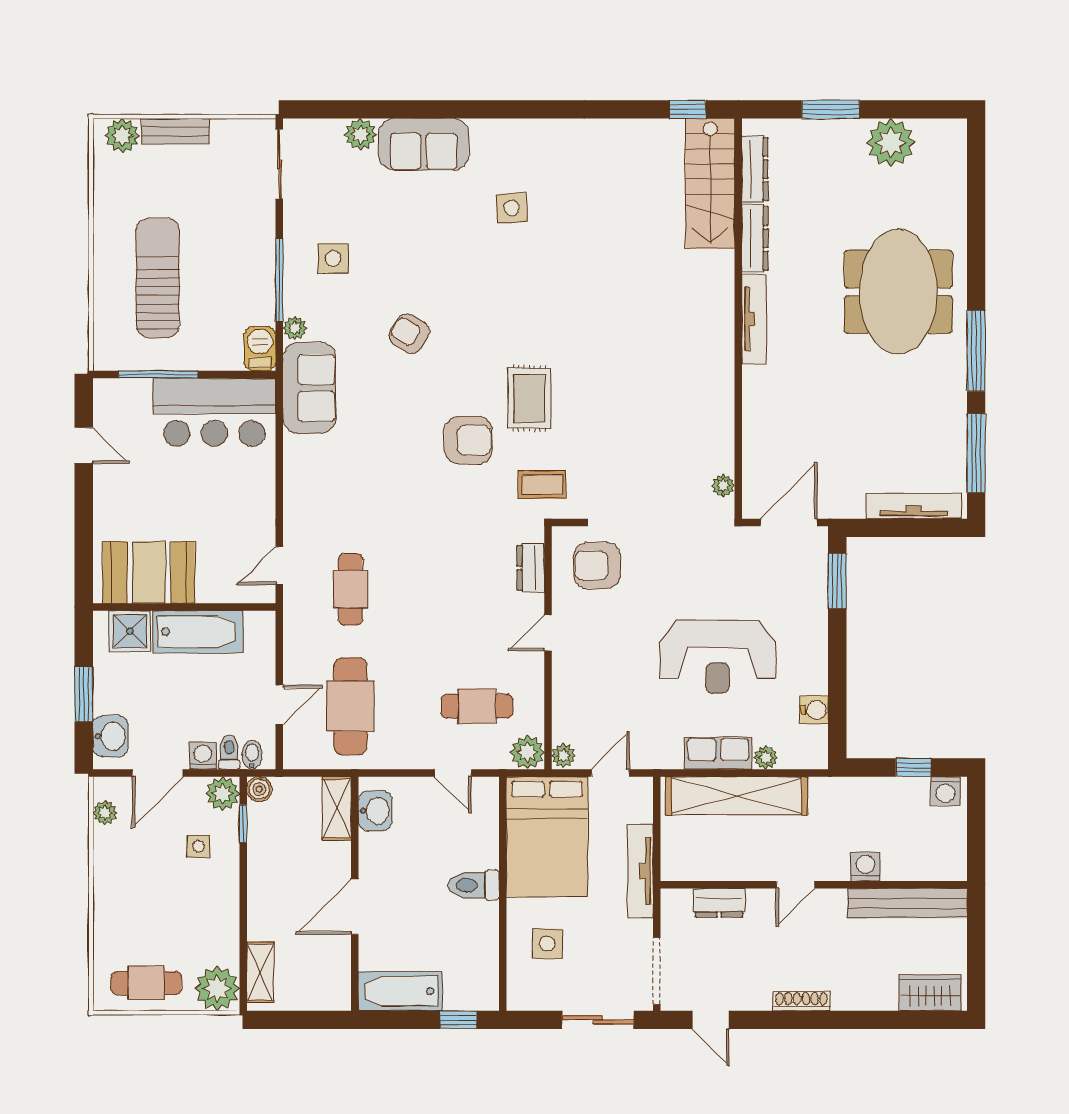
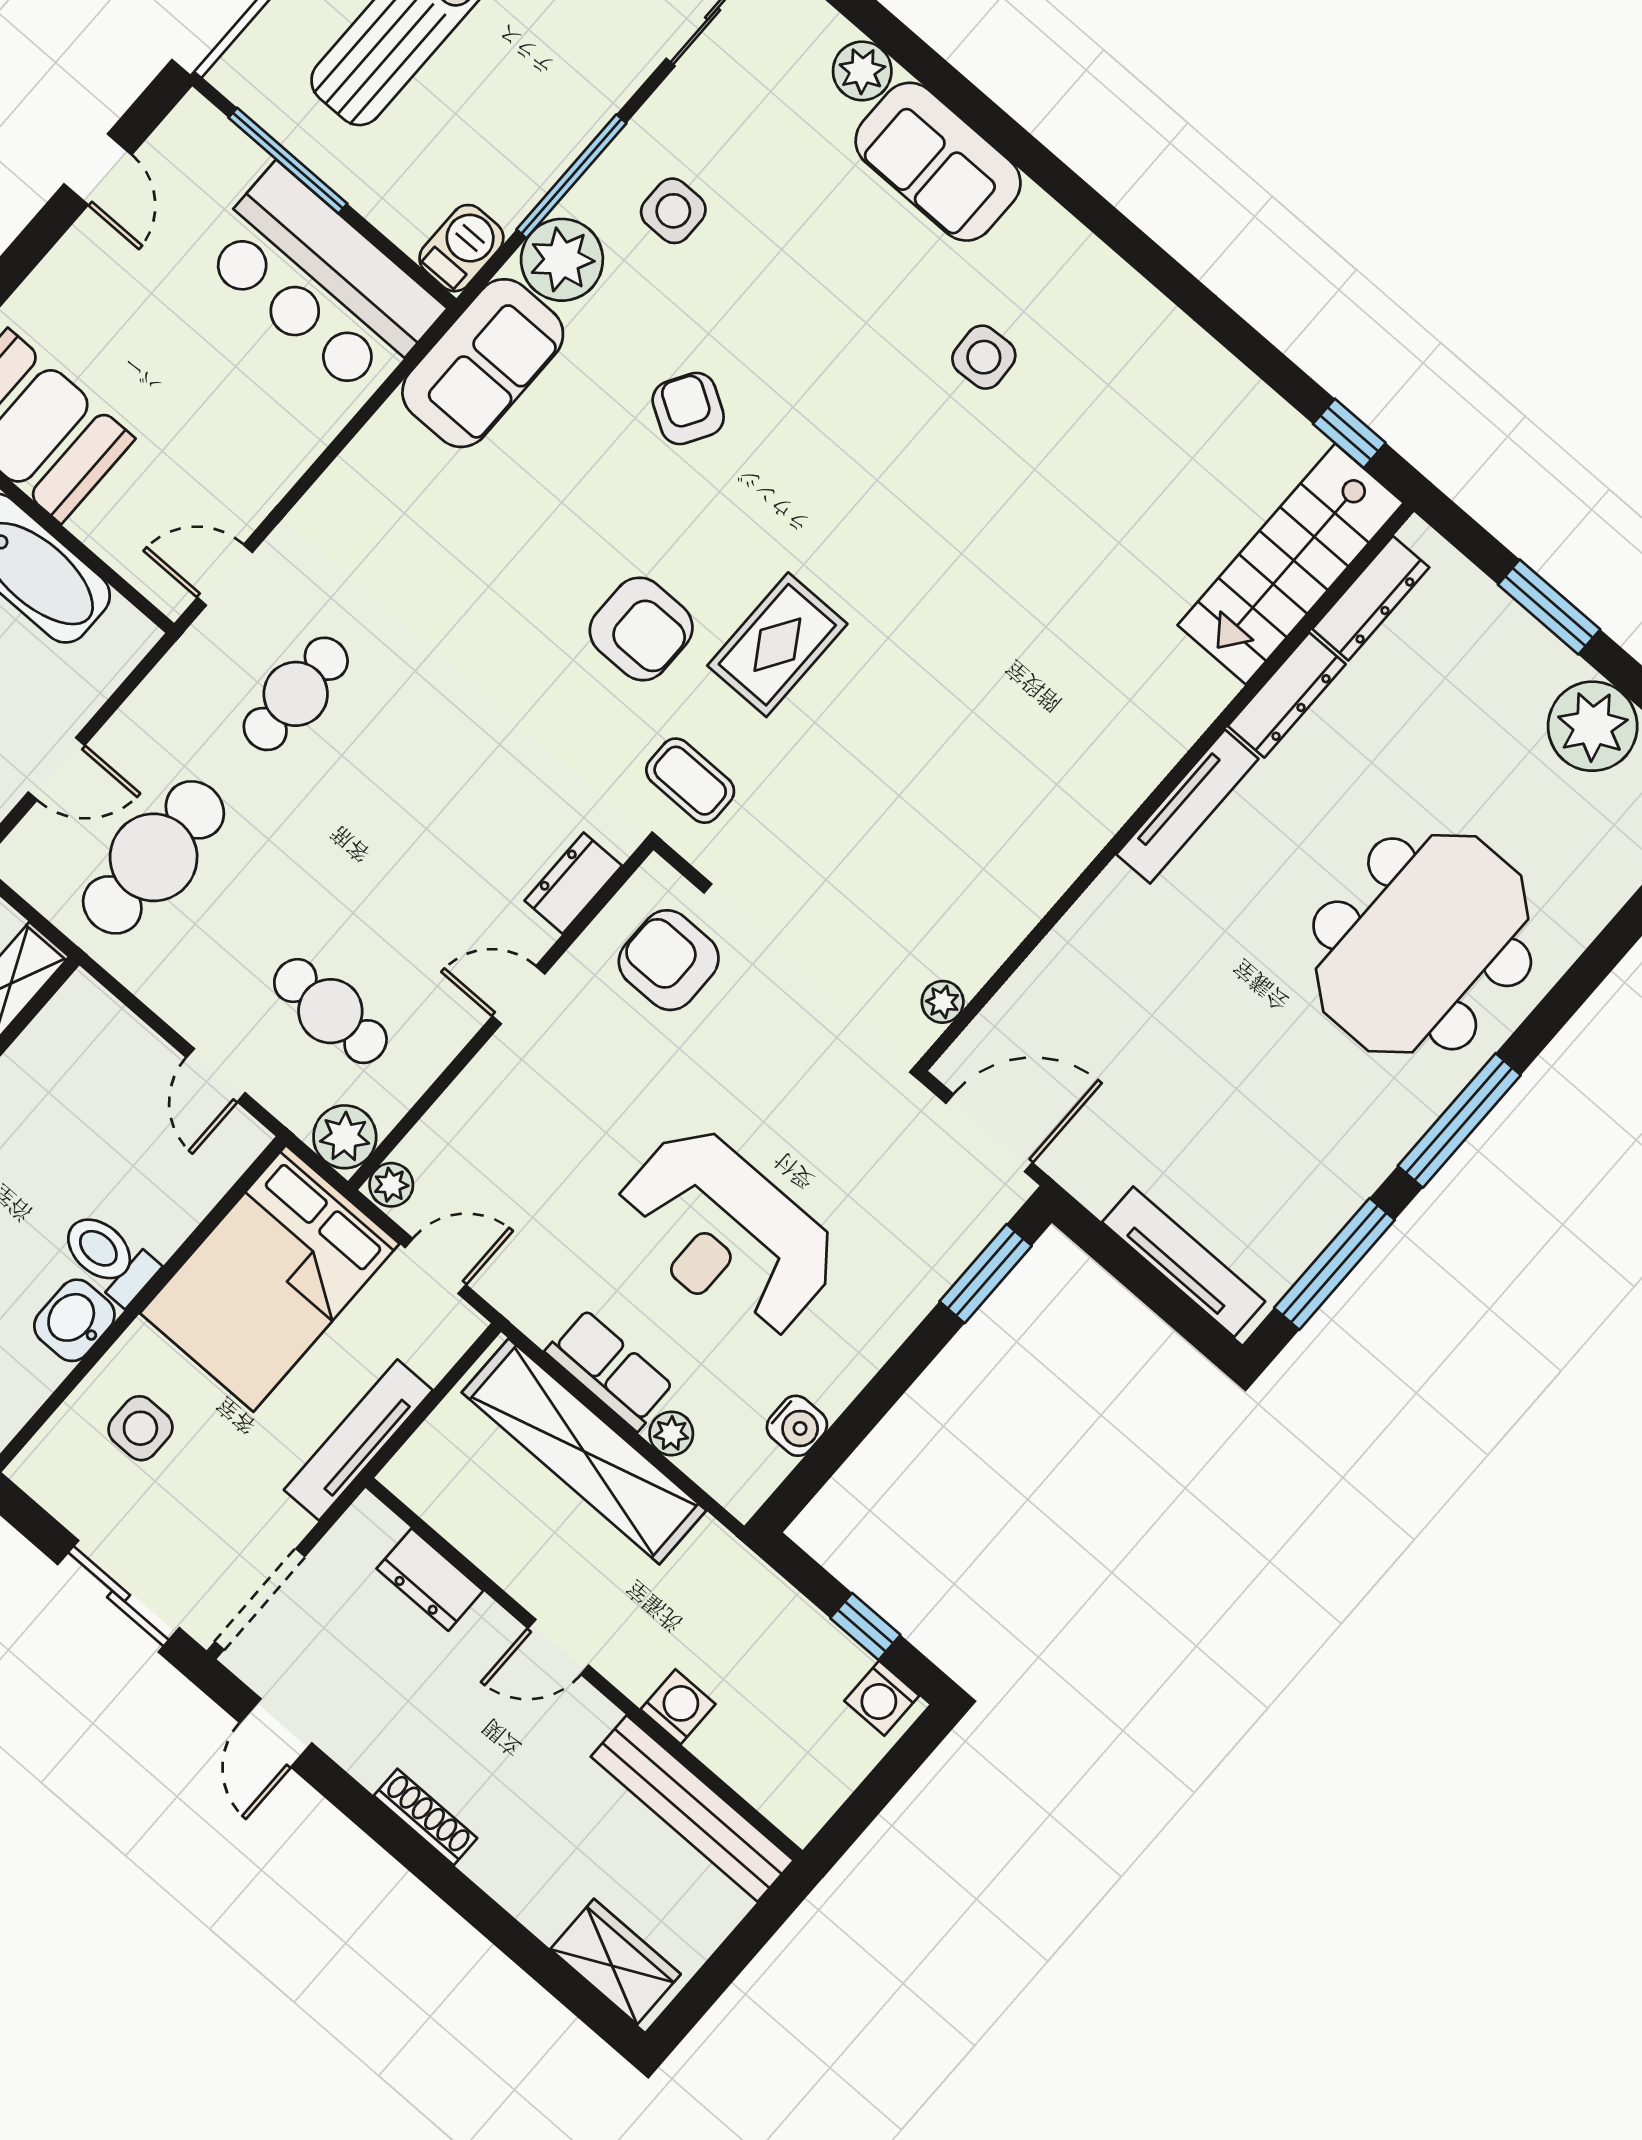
plant: (295, 328) -> (562, 260), width x1.88, depth x1.88
washbasin: (375, 811) -> (74, 1320), moved, turned 180

